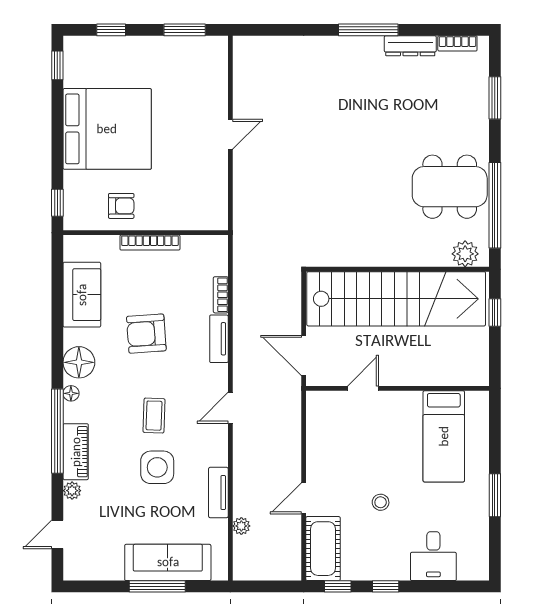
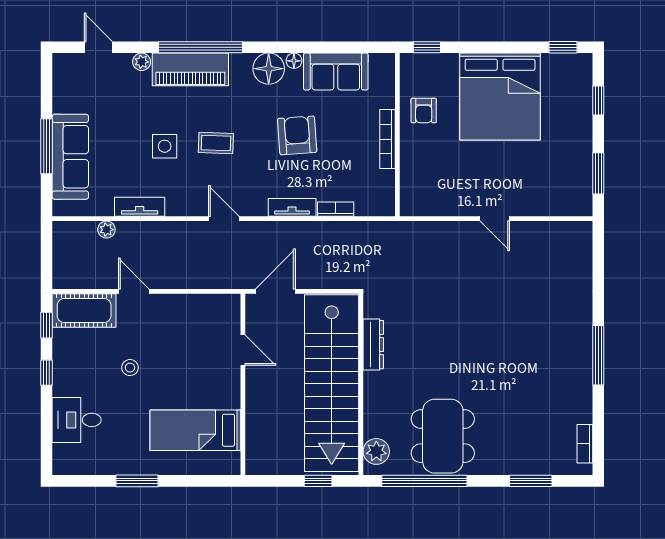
dresser: (410, 46) -> (373, 345), moved, turned 180
floor lamp: (71, 393) -> (294, 61), moved
piano: (76, 452) -> (190, 69), width x1.37, depth x1.33
side table: (157, 467) -> (165, 146), width x0.73, depth x0.73

